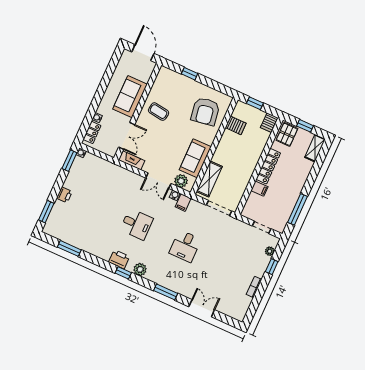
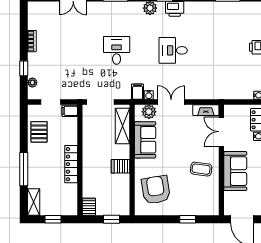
server rack: (236, 125) -> (120, 166), moved
pallet: (287, 134) -> (39, 132), moved
filing cabinet: (259, 189) -> (70, 111), moved
window: (298, 209) -> (24, 169), moved

